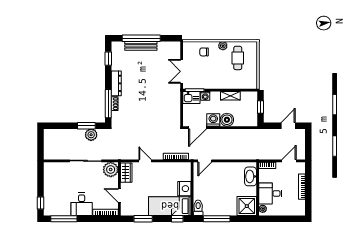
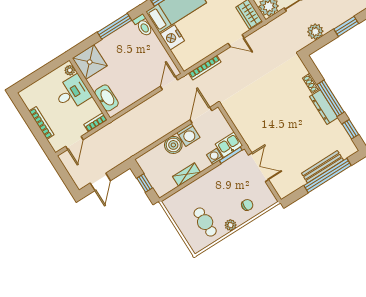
window: (108, 104) -> (331, 98), moved
window: (86, 126) -> (346, 26), moved

